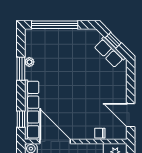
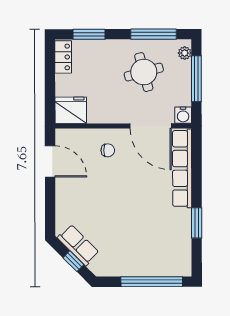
plant: (29, 62) -> (185, 232), removed
window: (21, 119) -> (197, 156), removed
chair: (100, 133) -> (108, 150), moved

